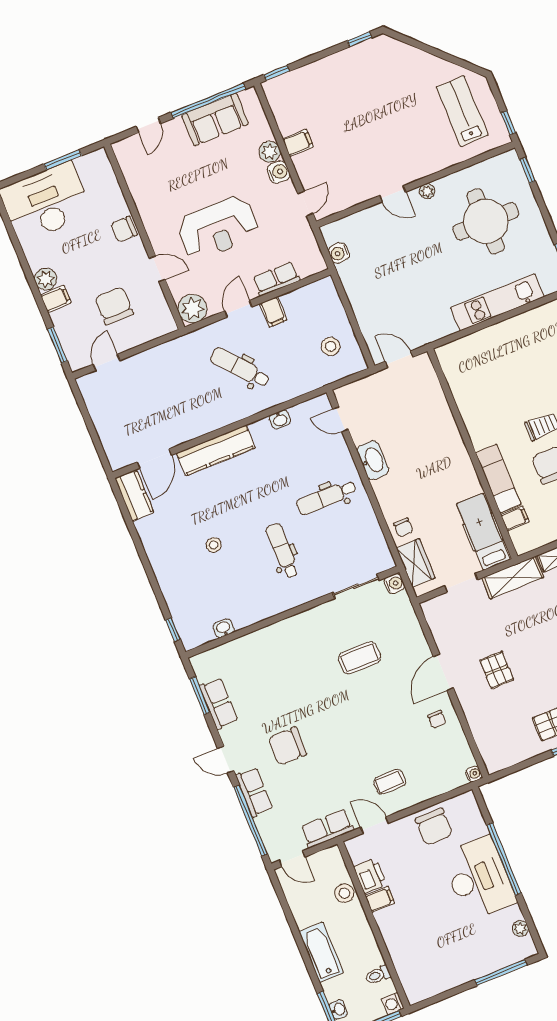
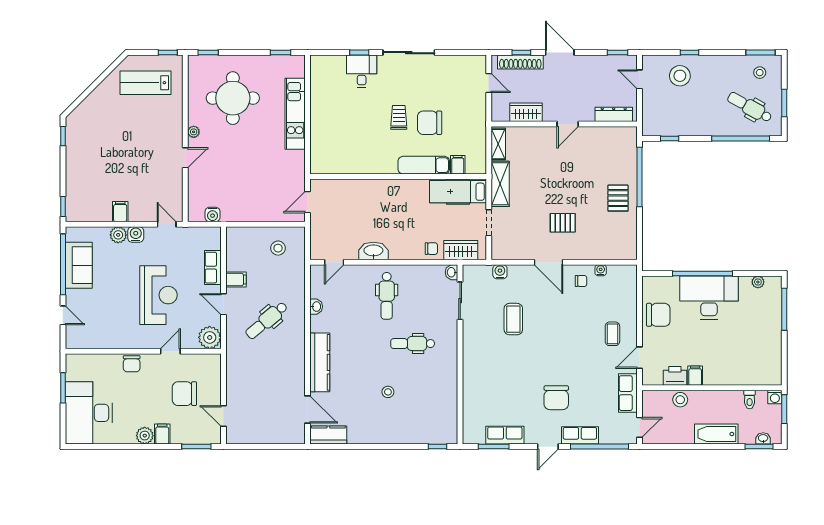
water cooler: (394, 584) -> (500, 272), moved
washbasin: (224, 628) -> (452, 272), moved
water cooler: (474, 774) -> (601, 270), moved

